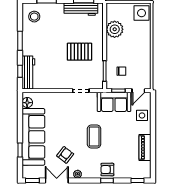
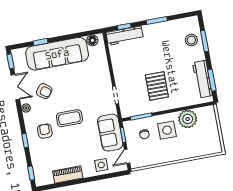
side table: (142, 13) -> (167, 130), moved
stool: (34, 17) -> (191, 40), moved
door: (138, 91) -> (127, 156), hinge flipped
armchair: (107, 170) -> (45, 131), moved

